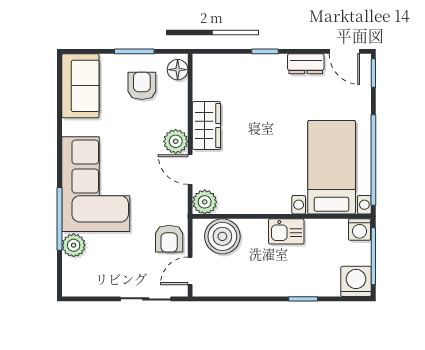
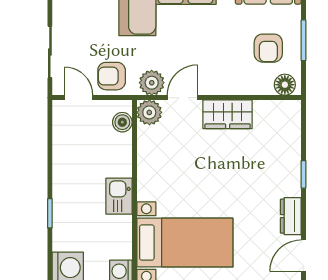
armchair: (142, 86) -> (268, 48), turned 90
plant: (176, 141) -> (152, 83), moved
boiler: (222, 236) -> (122, 122), width x0.54, depth x0.54

